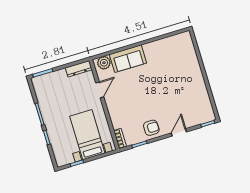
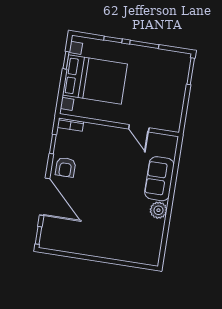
plant: (104, 63) -> (158, 210), moved
dresser: (79, 69) -> (175, 116), removed
door: (179, 132) -> (45, 197), width x1.88
bed with nightstands: (87, 135) -> (95, 80), width x1.36

